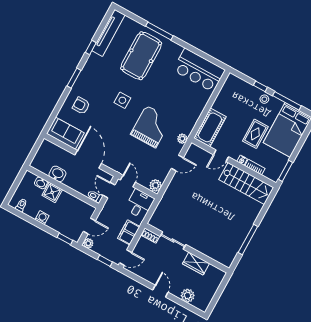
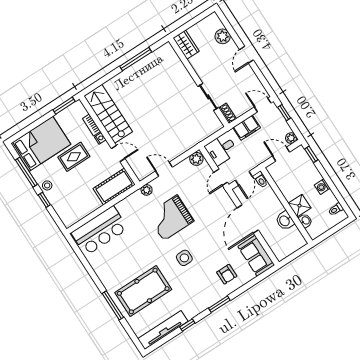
bar counter: (199, 70) -> (100, 231), moved, turned 90
wardrobe: (196, 264) -> (186, 45), moved

